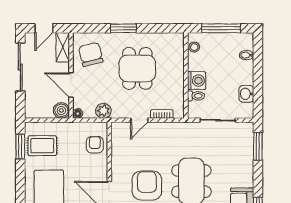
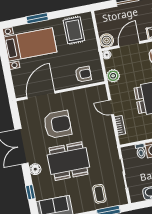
window: (20, 147) -> (37, 18), moved
coffee table: (236, 153) -> (99, 194), added

